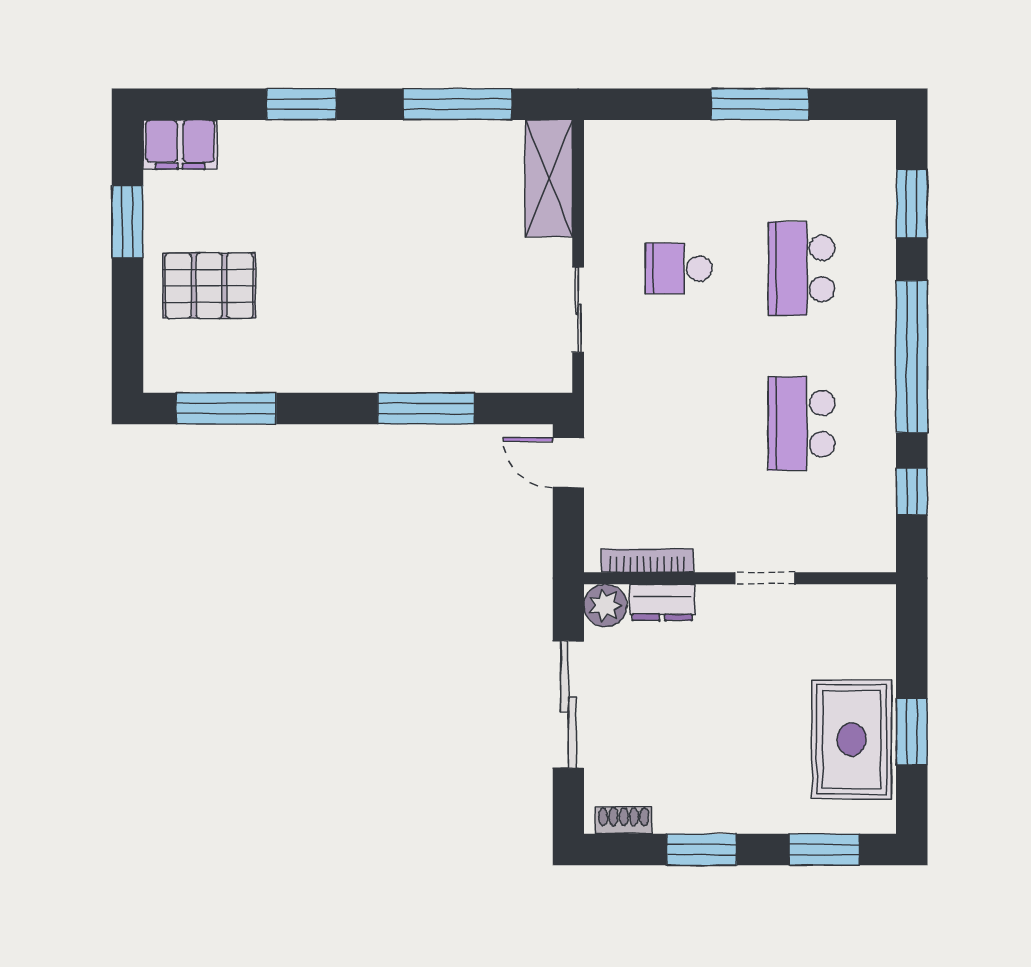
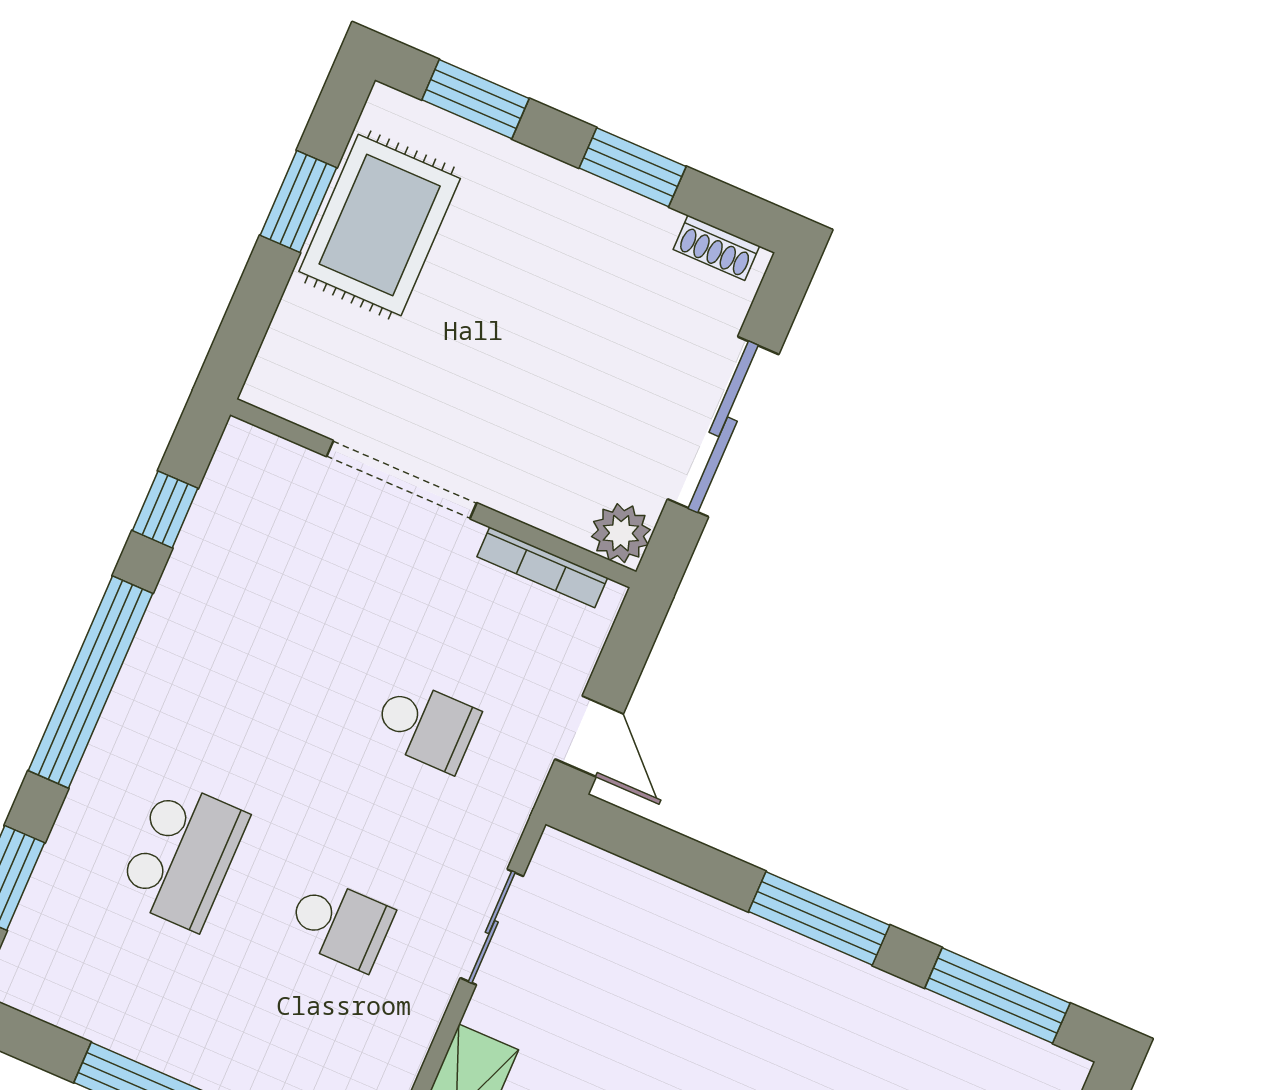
window: (426, 409) -> (819, 918), moved
school desk: (802, 424) -> (426, 725), moved, width x0.54
doorway: (765, 578) -> (402, 480), width x1.88
dresser: (662, 602) -> (546, 505), removed

